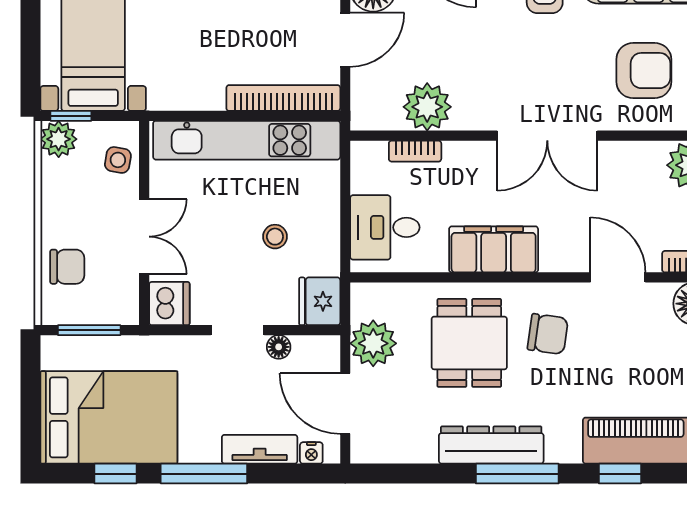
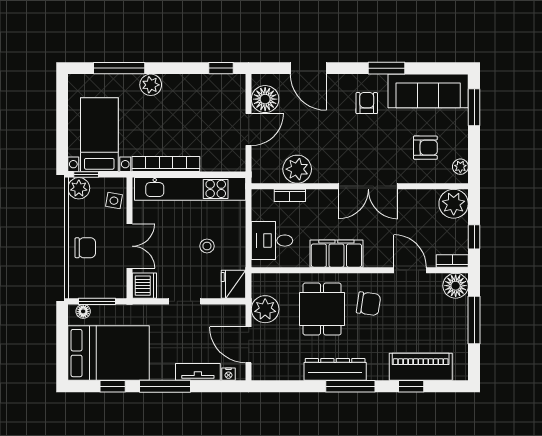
armchair: (644, 71) -> (425, 148), width x0.72, depth x0.72
bookcase: (283, 98) -> (166, 164), moved
chair: (67, 267) -> (85, 248), moved
floor lamp: (279, 347) -> (83, 311), moved

